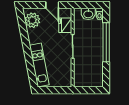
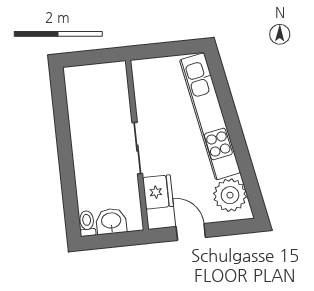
window: (106, 42) -> (66, 165), removed
kitchen unit: (39, 65) -> (210, 116), width x1.36

